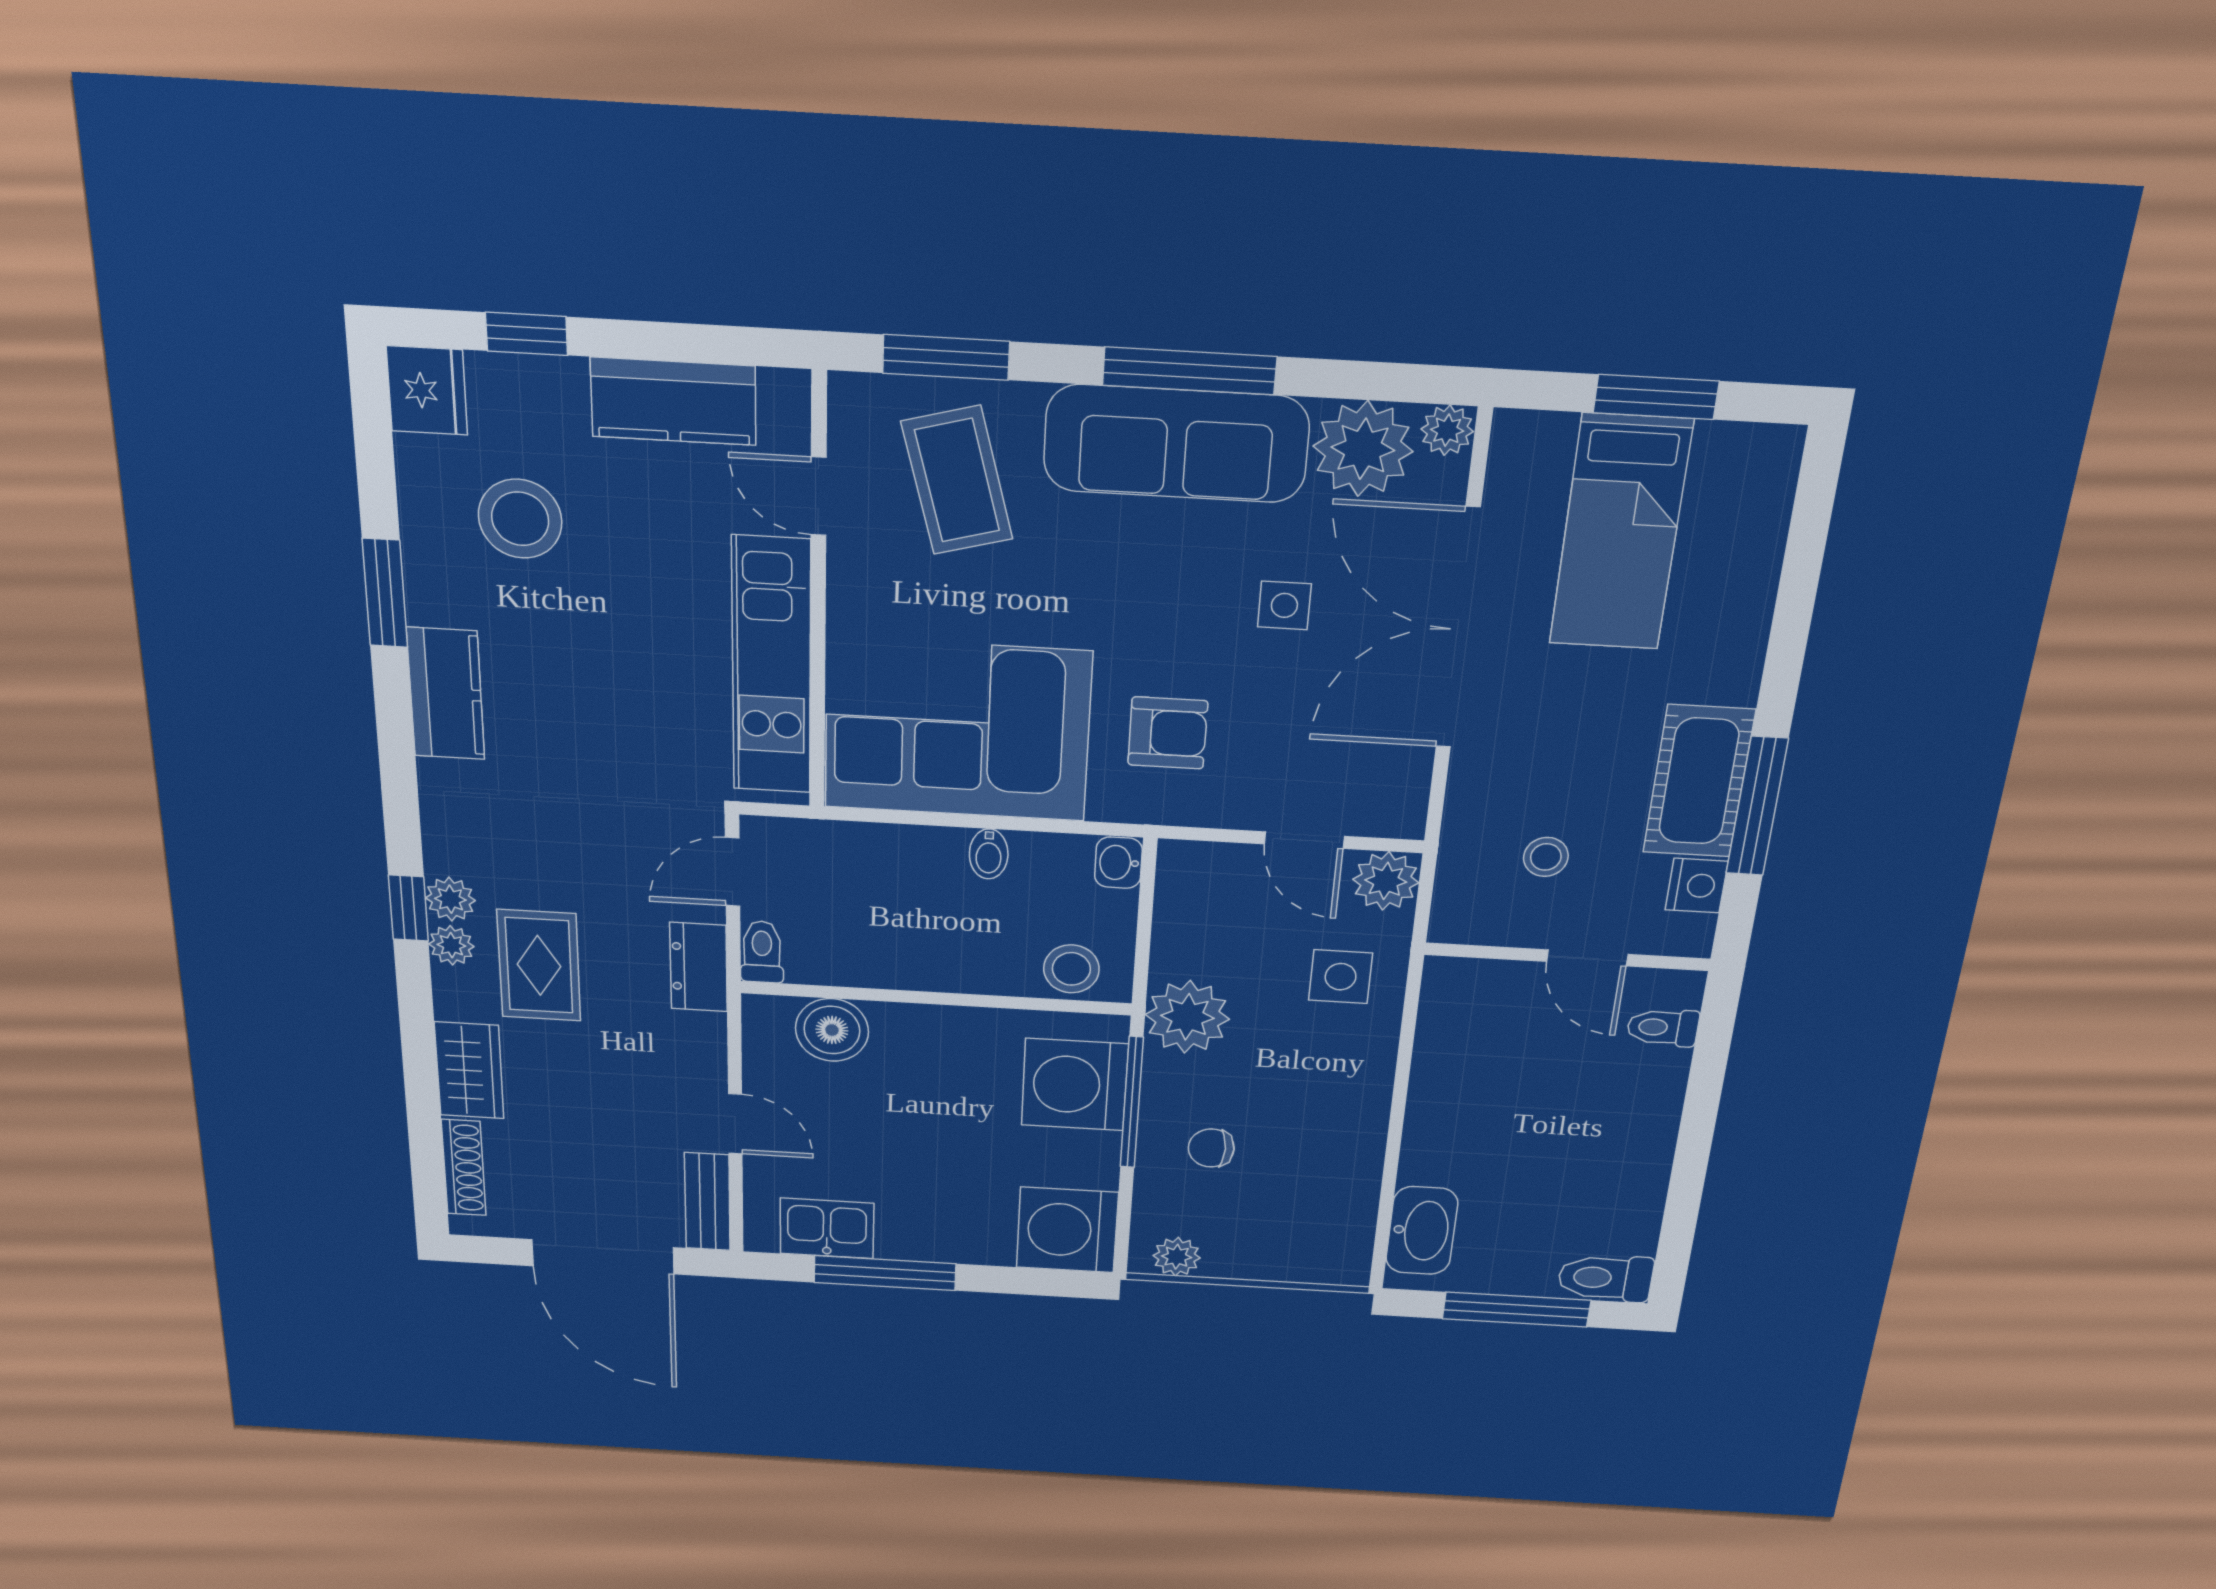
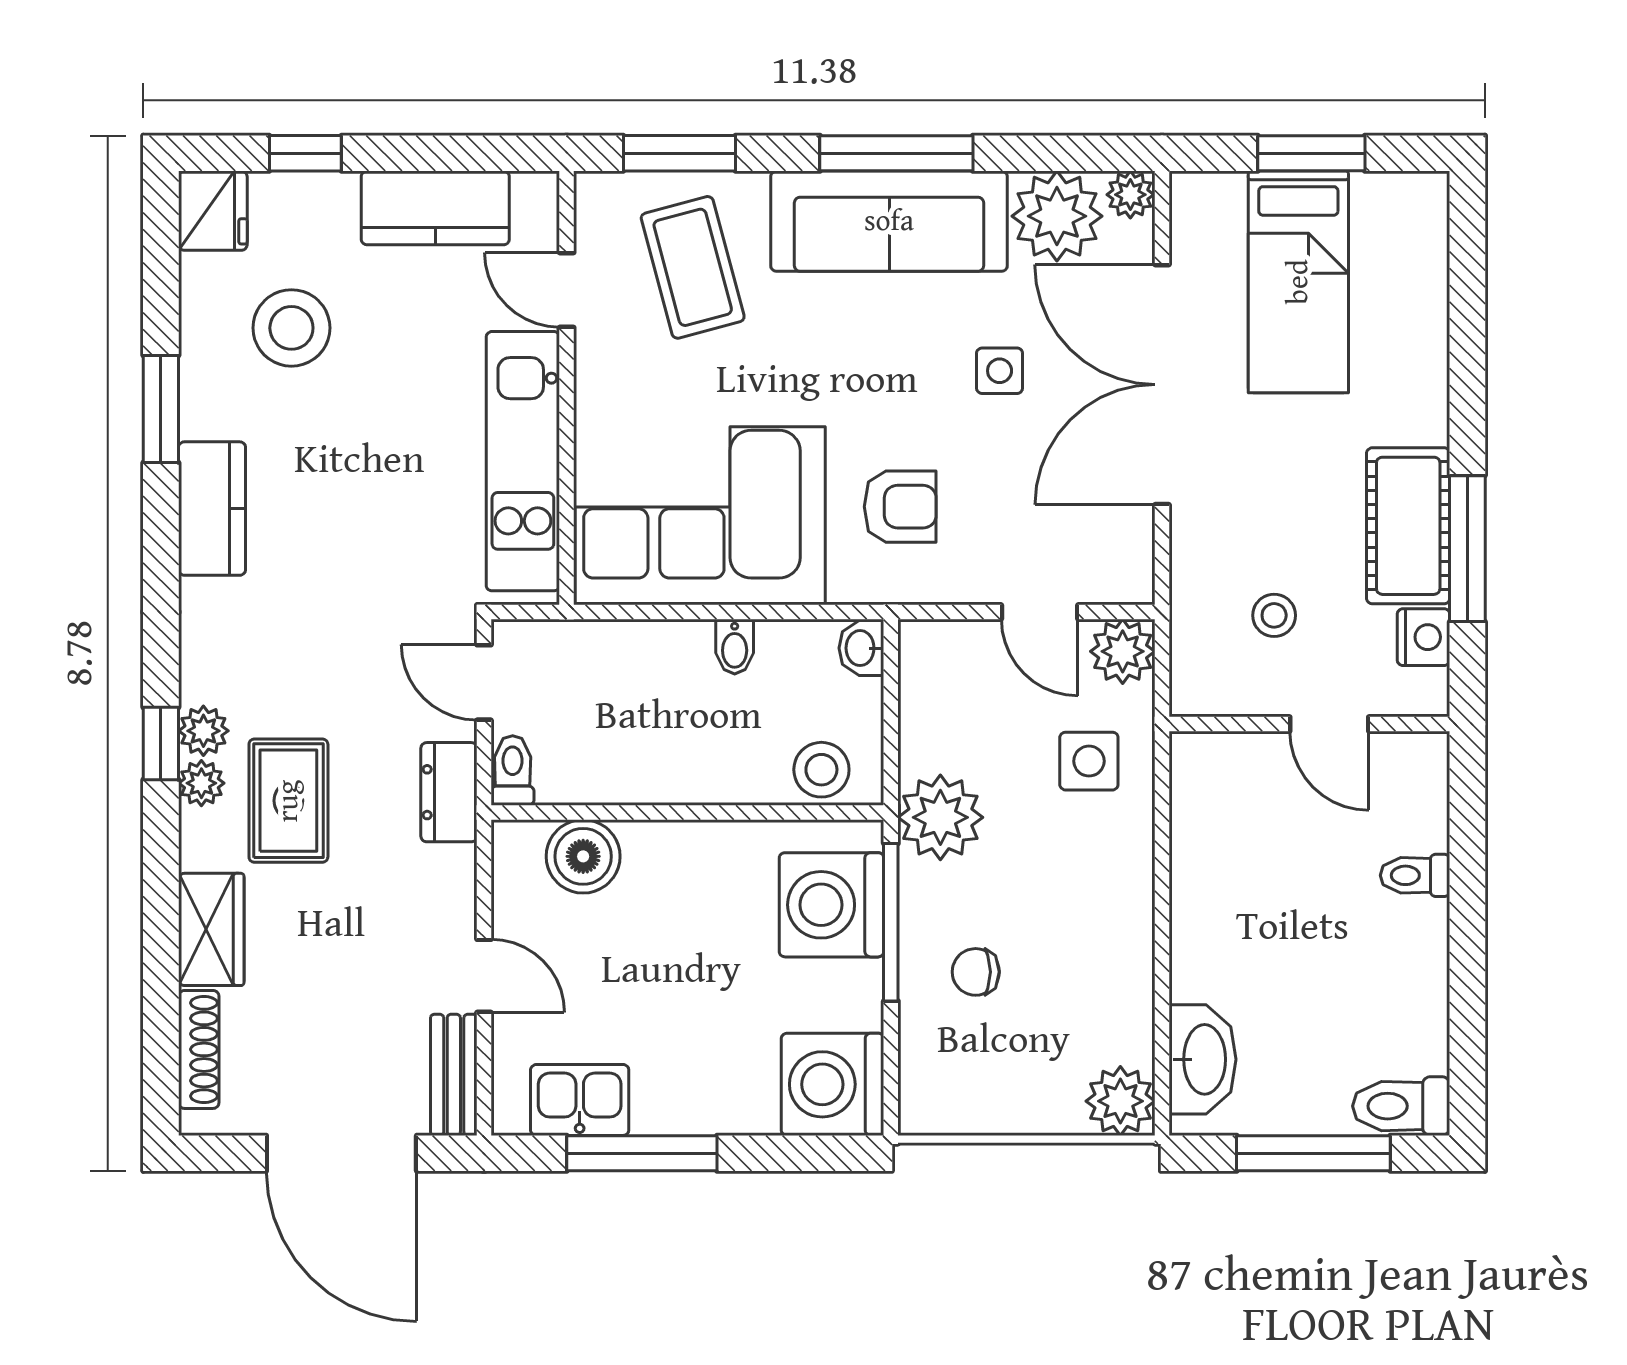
door: (733, 872) -> (484, 682), hinge flipped
toilet: (1663, 1027) -> (1415, 875), moved
plant: (1177, 1257) -> (1120, 1101), moved, width x1.38, depth x1.38

